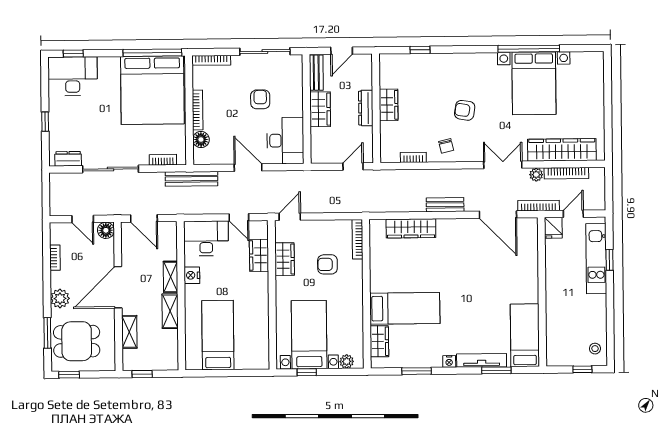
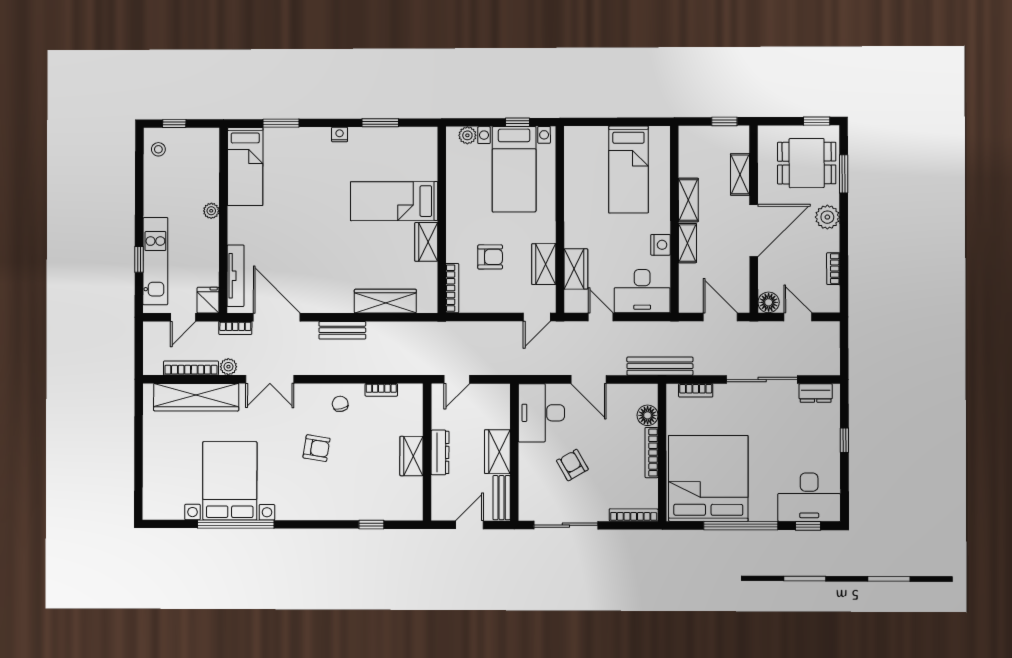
window: (152, 53) -> (741, 526), moved
armchair: (260, 99) -> (572, 465), turned 150
bookcase: (539, 206) -> (235, 328), width x0.64
plant: (552, 299) -> (211, 211), added
wardrobe: (379, 341) -> (426, 242), moved
tv unit: (482, 360) -> (236, 276), moved, turned -90

